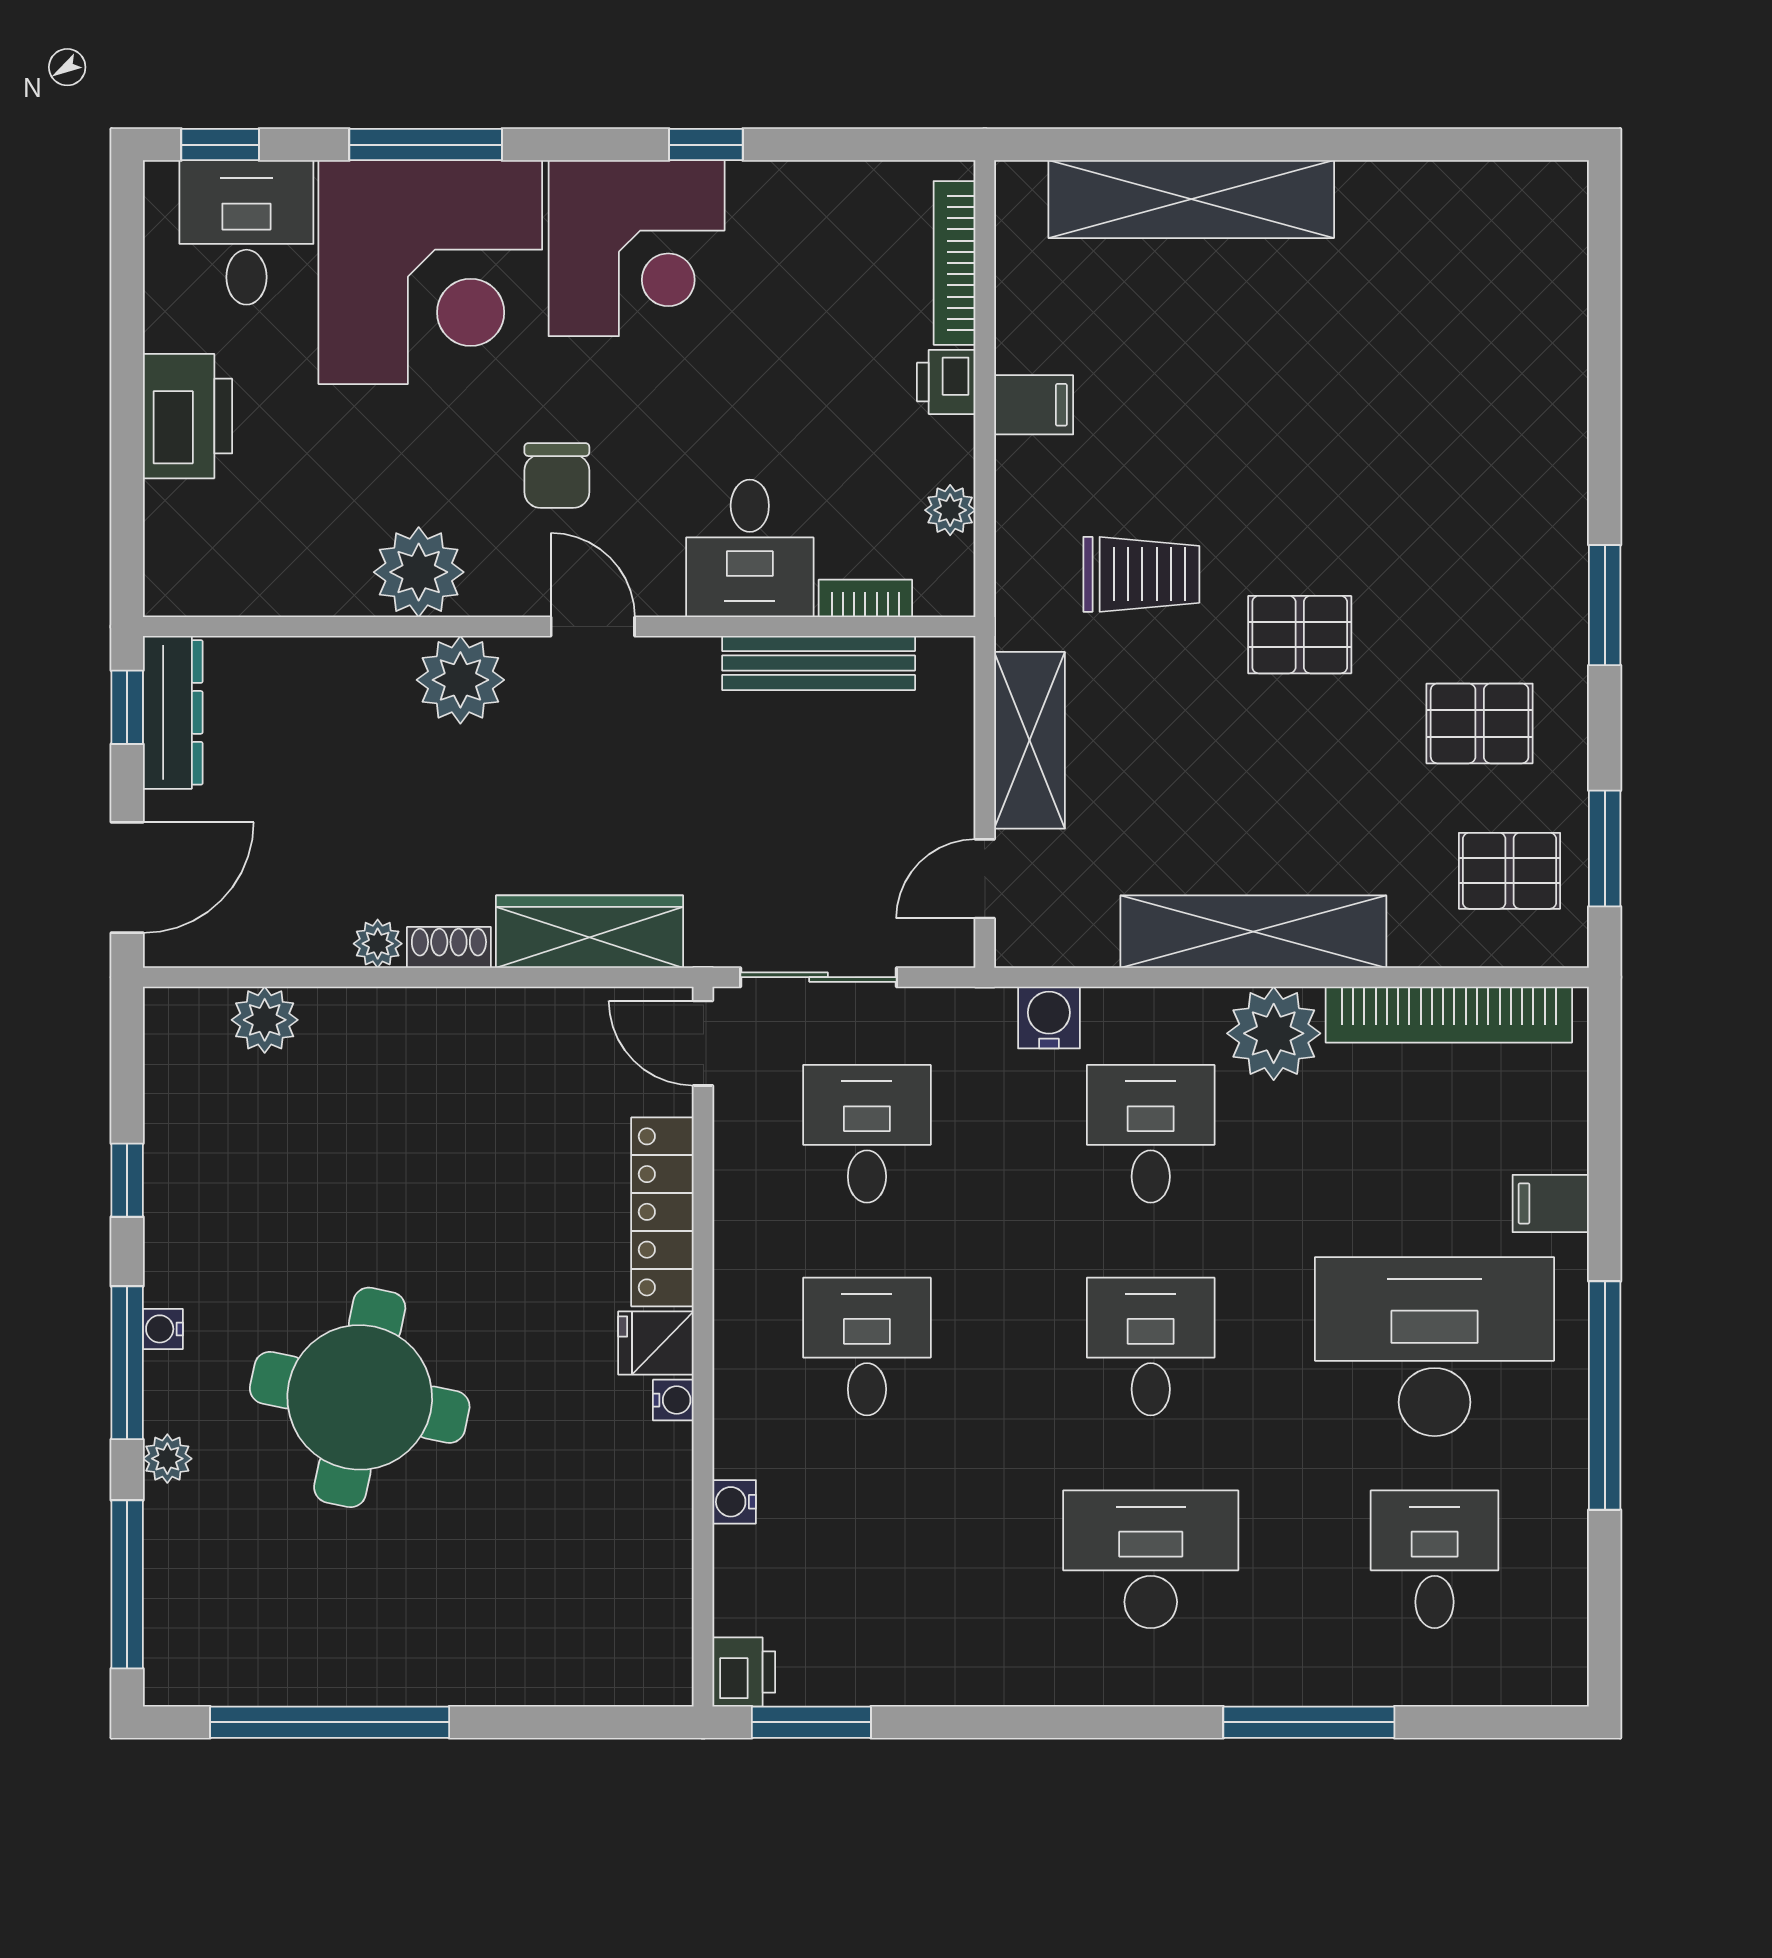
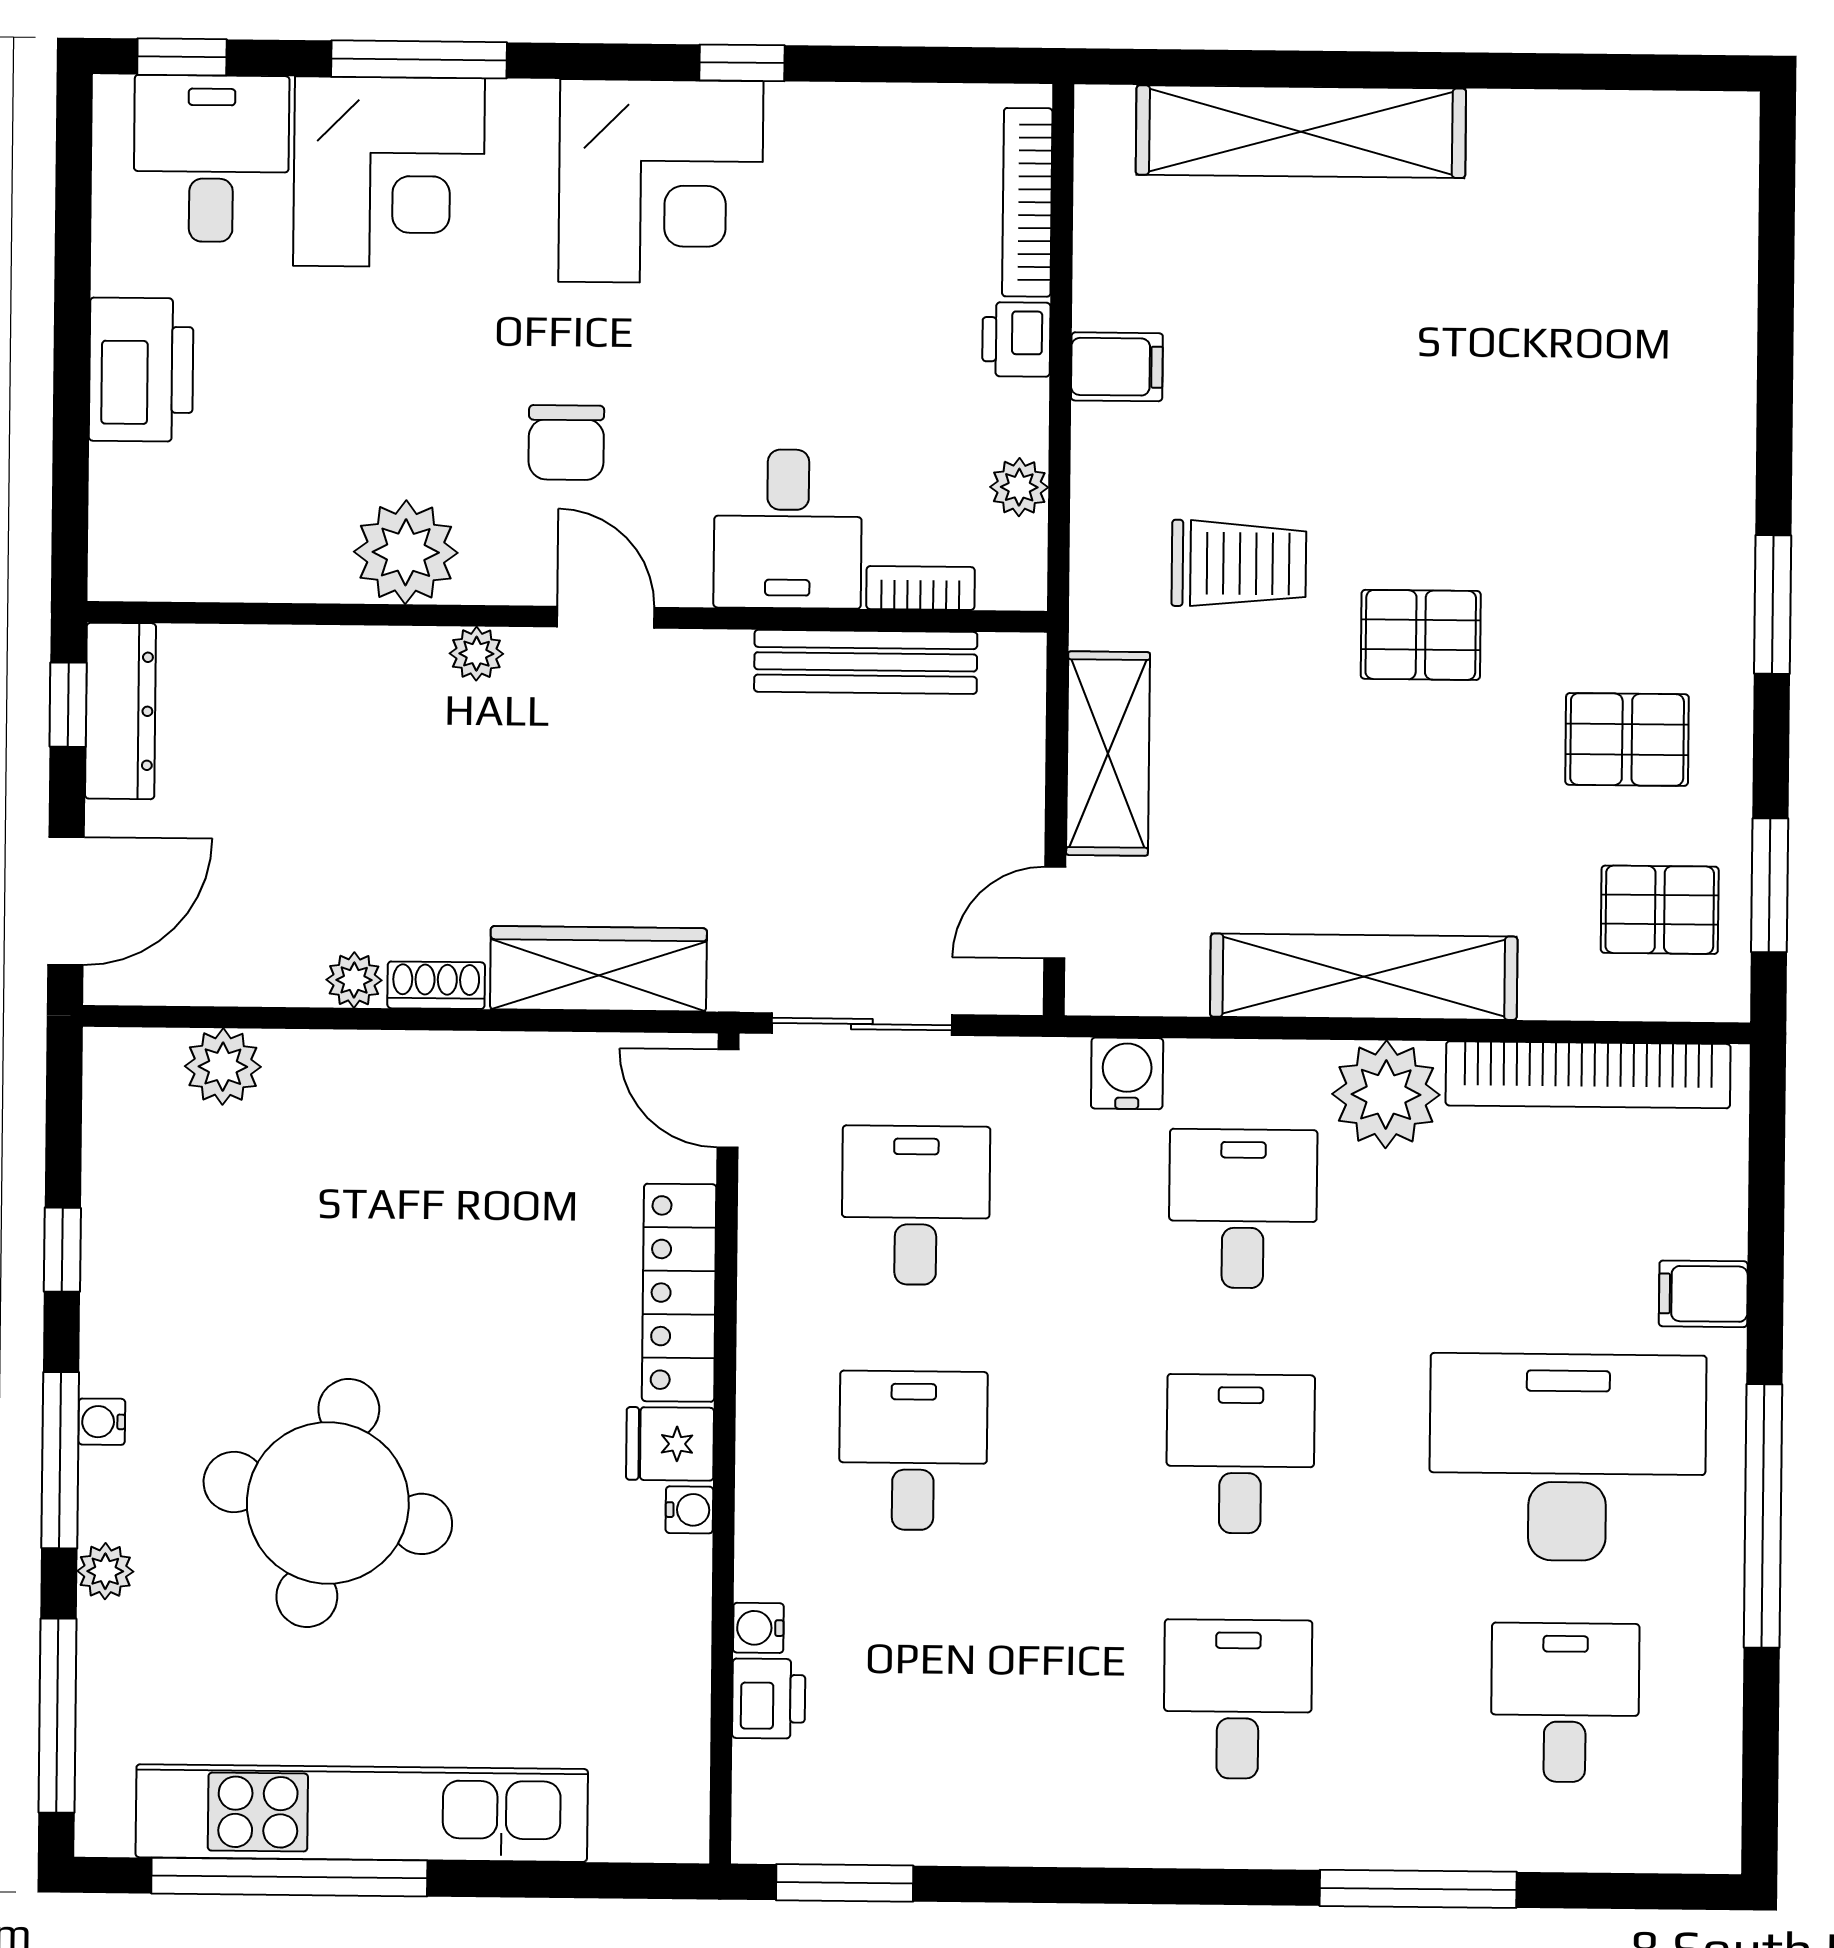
corner desk: (430, 272) -> (389, 172), width x0.74, depth x0.74
plant: (460, 680) -> (476, 654), width x0.53, depth x0.53
desk: (1151, 1559) -> (1238, 1699), width x0.73
kitchen unit: (392, 1666) -> (362, 1813), added
printer: (744, 1672) -> (769, 1699), moved

